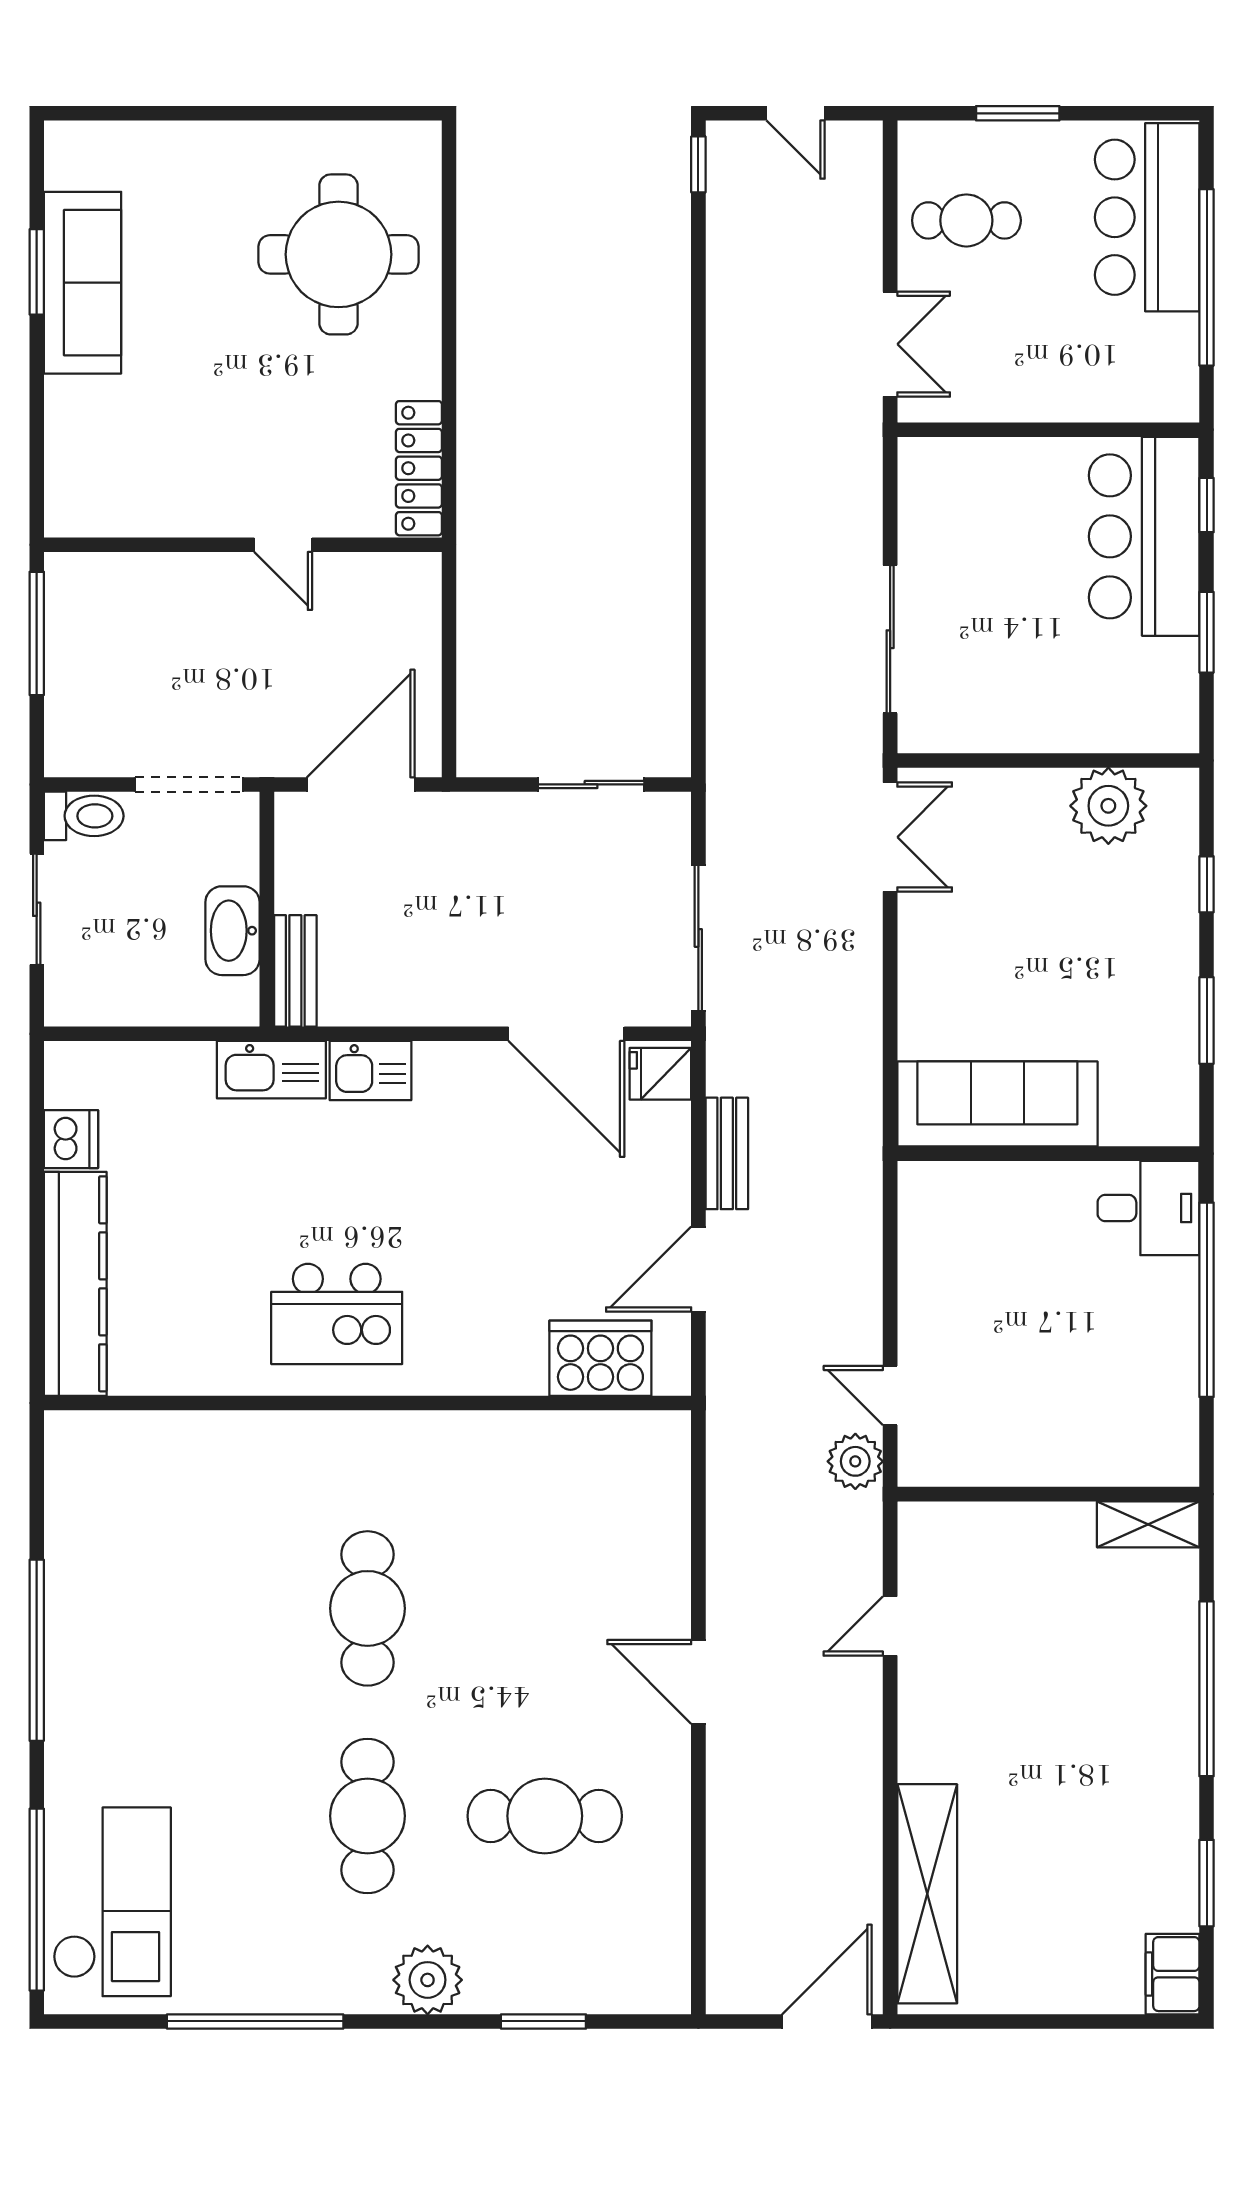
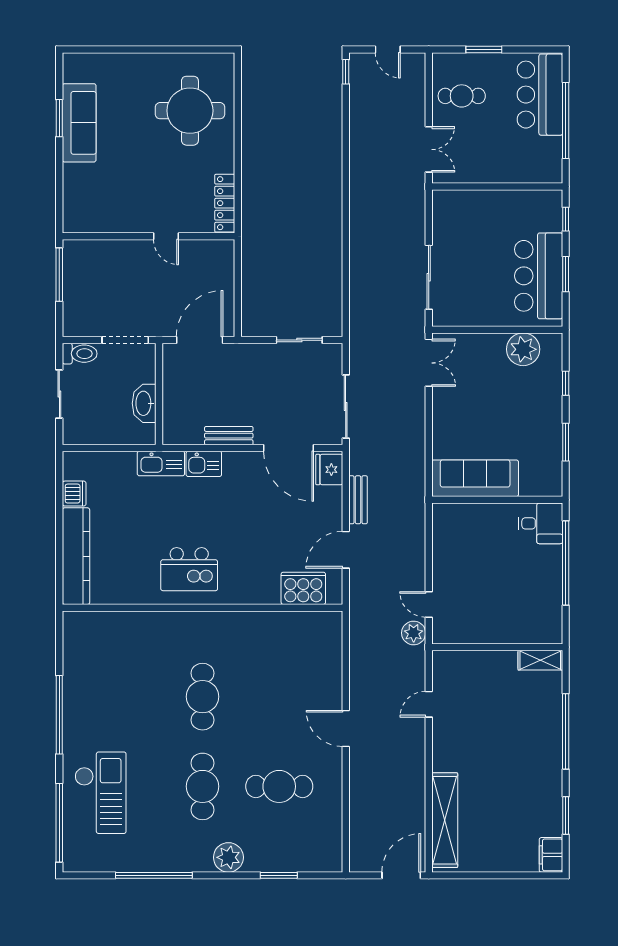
bar counter: (1144, 536) -> (539, 276), moved
bench: (295, 971) -> (229, 436), moved, turned 90
fridge: (660, 1074) -> (329, 470), width x1.38
checkout: (112, 1902) -> (100, 793), moved

